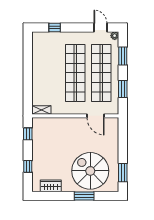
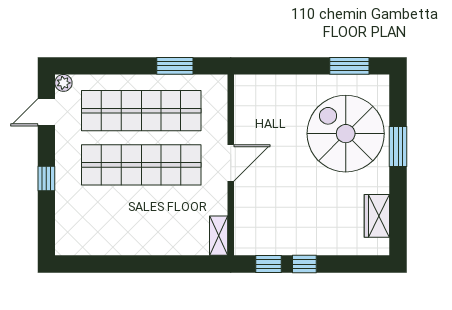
window: (55, 27) -> (46, 178), moved
window: (123, 56) -> (106, 66), removed
door: (95, 116) -> (231, 163), moved
window: (28, 166) -> (304, 264), moved
spiral stairs: (90, 171) -> (346, 134), turned 90

